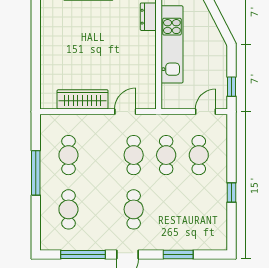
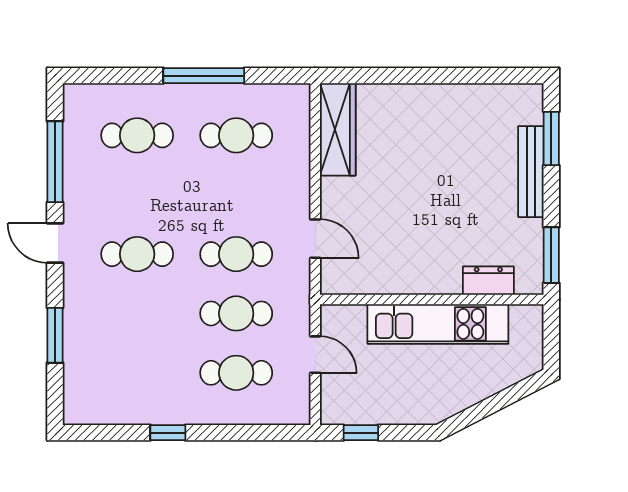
wardrobe: (83, 99) -> (338, 129), moved
door: (205, 112) -> (315, 355), moved

